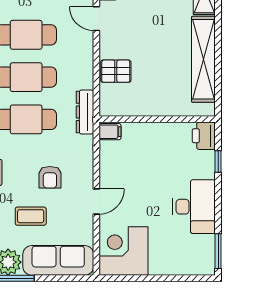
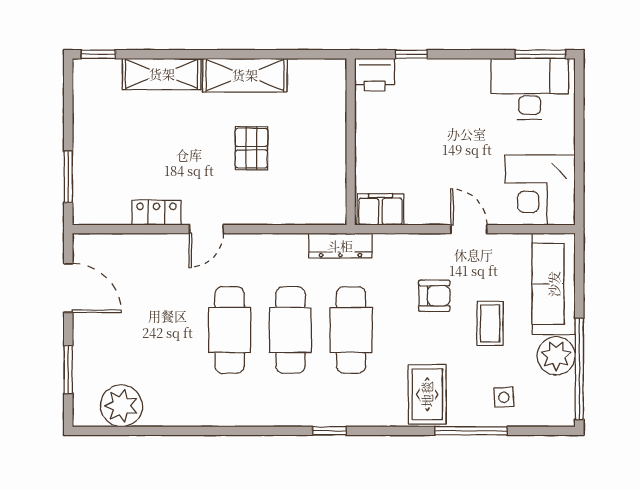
shelving: (203, 59) -> (245, 75), width x0.68
pallet: (116, 71) -> (251, 148), moved
filing cabinet: (110, 132) -> (380, 209), width x2.00
desk: (194, 207) -> (530, 89), moved

